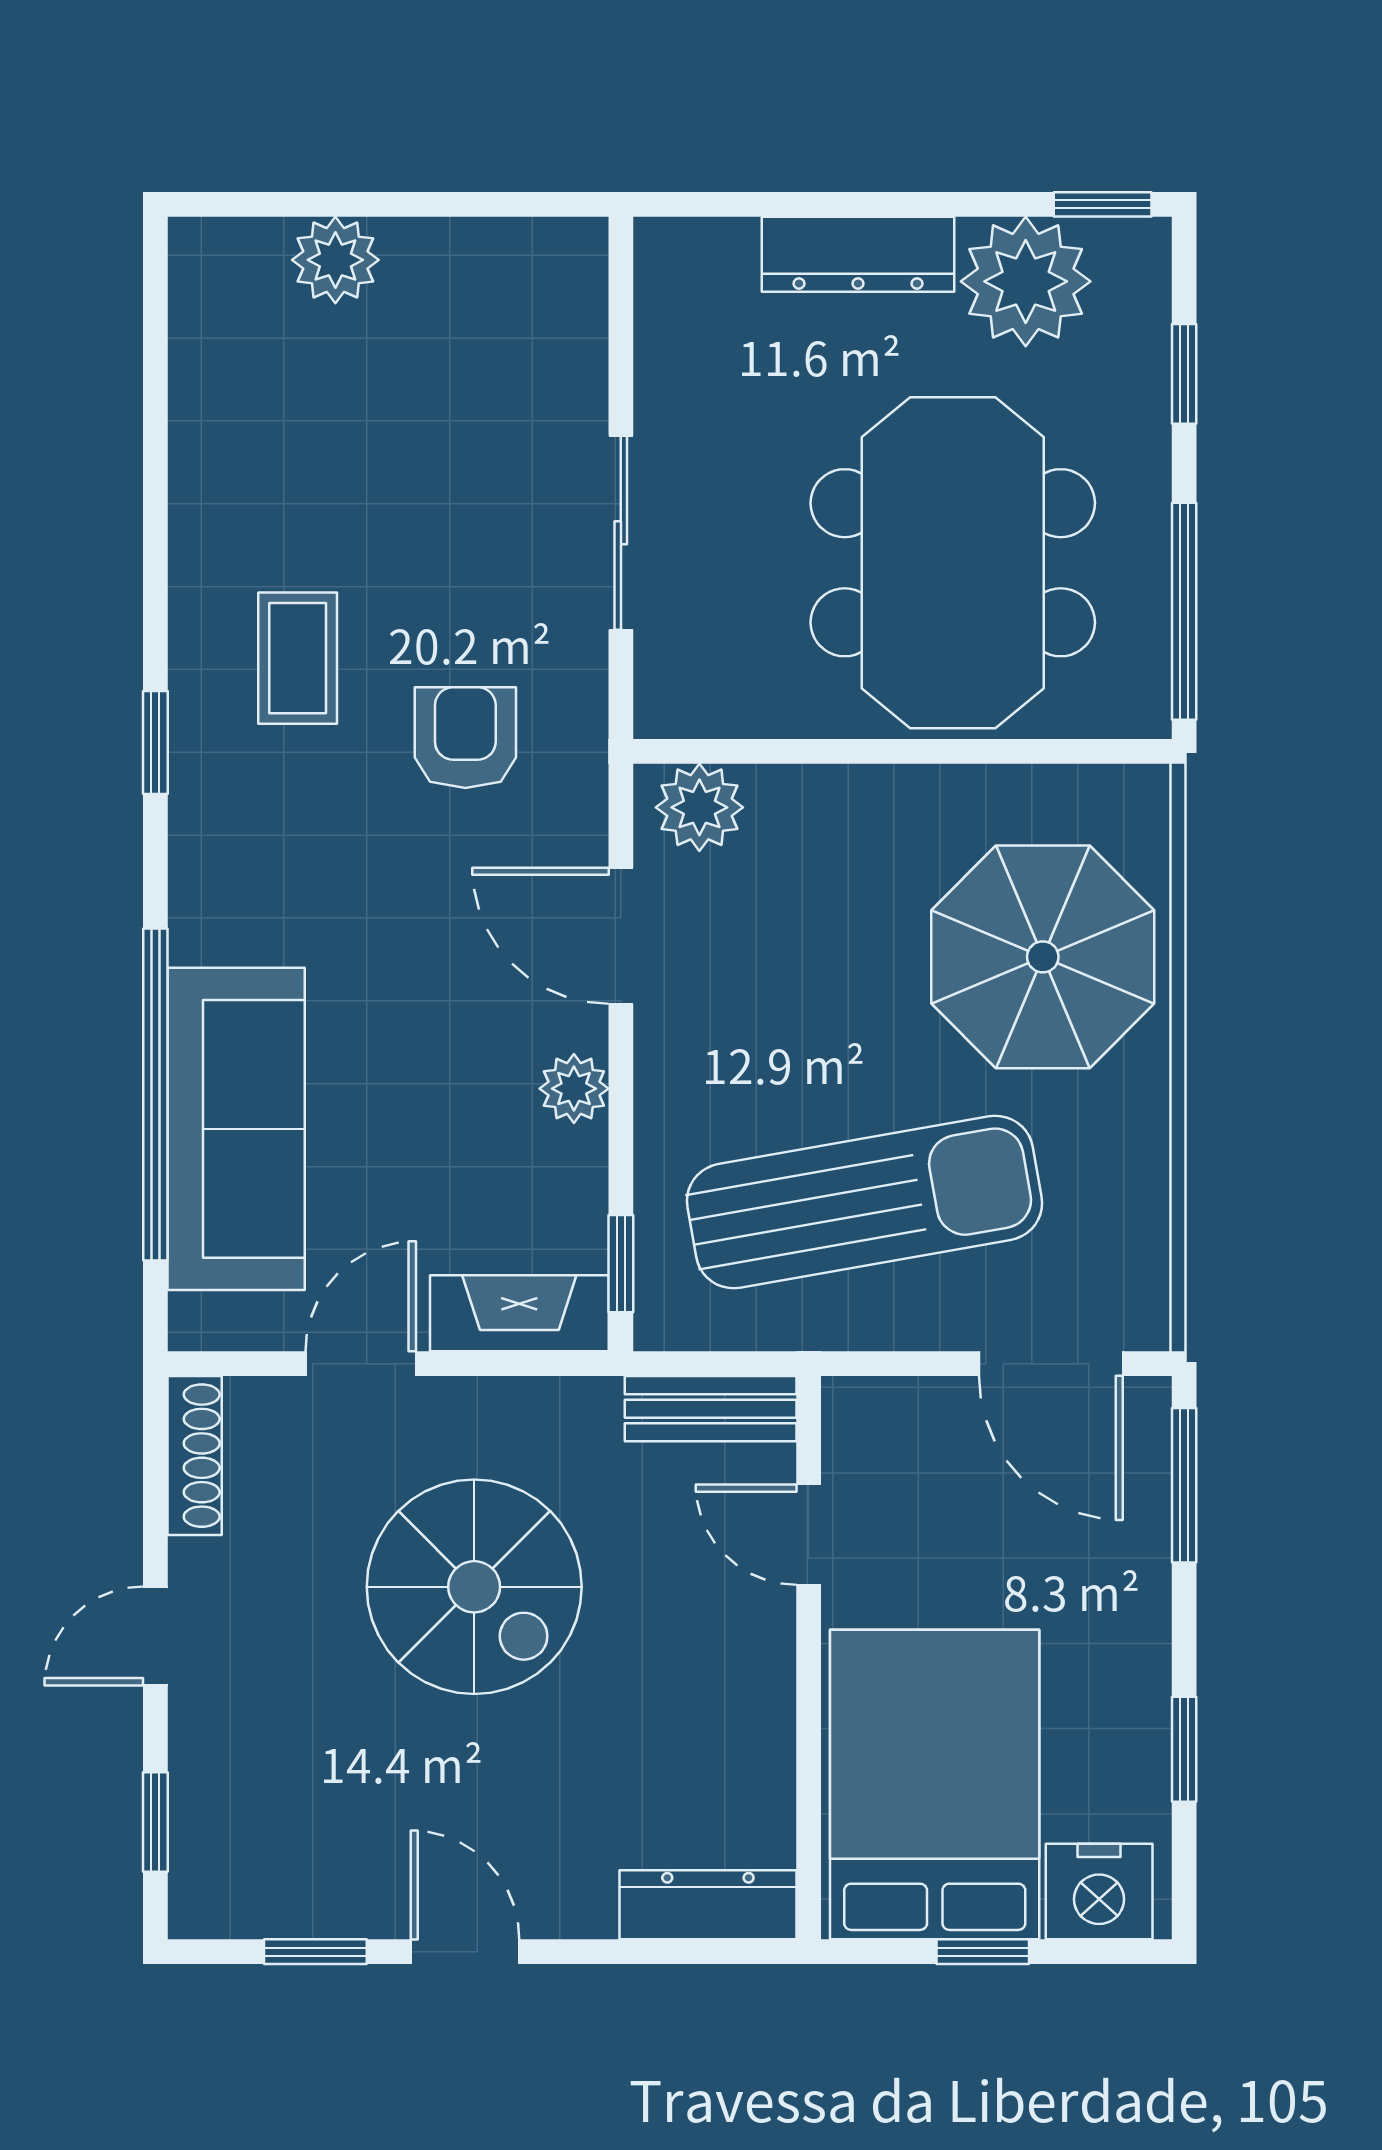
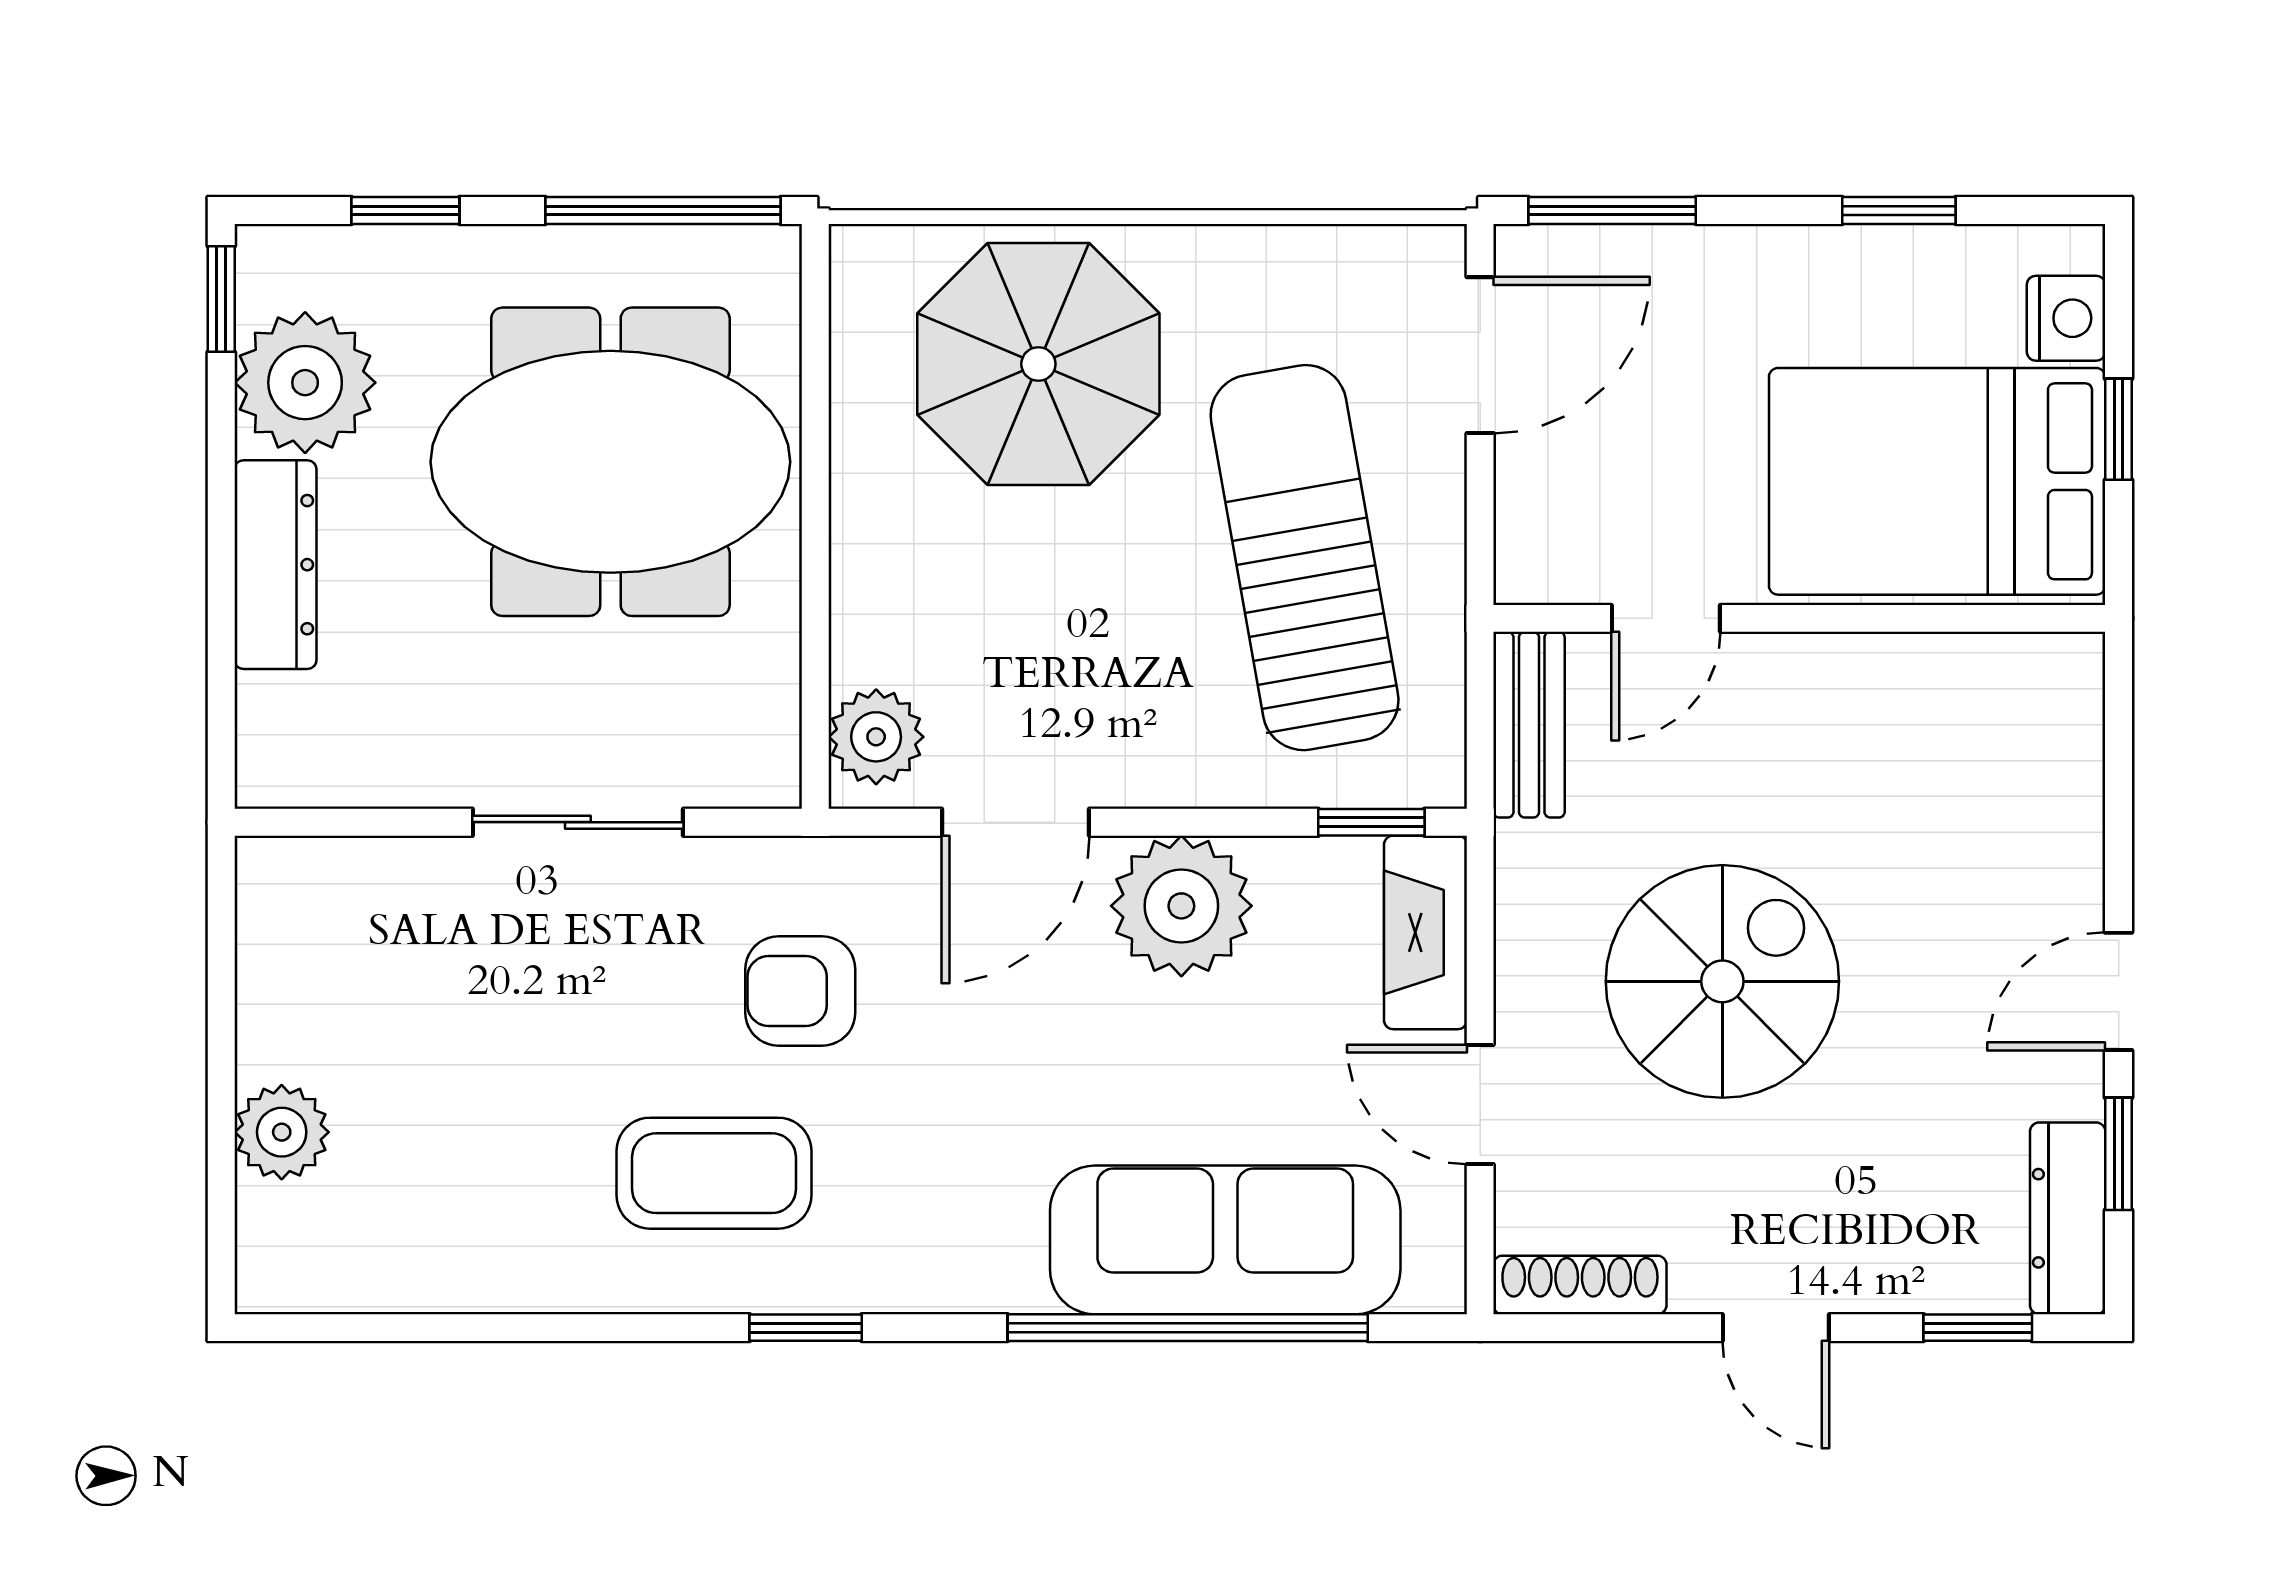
coffee table: (298, 658) -> (714, 1173), width x1.36, depth x1.30
plant: (574, 1089) -> (1181, 906), width x1.88, depth x1.88
nightstand: (1099, 1892) -> (2066, 318), width x0.74, depth x0.75
dresser: (708, 1905) -> (2068, 1218), moved

